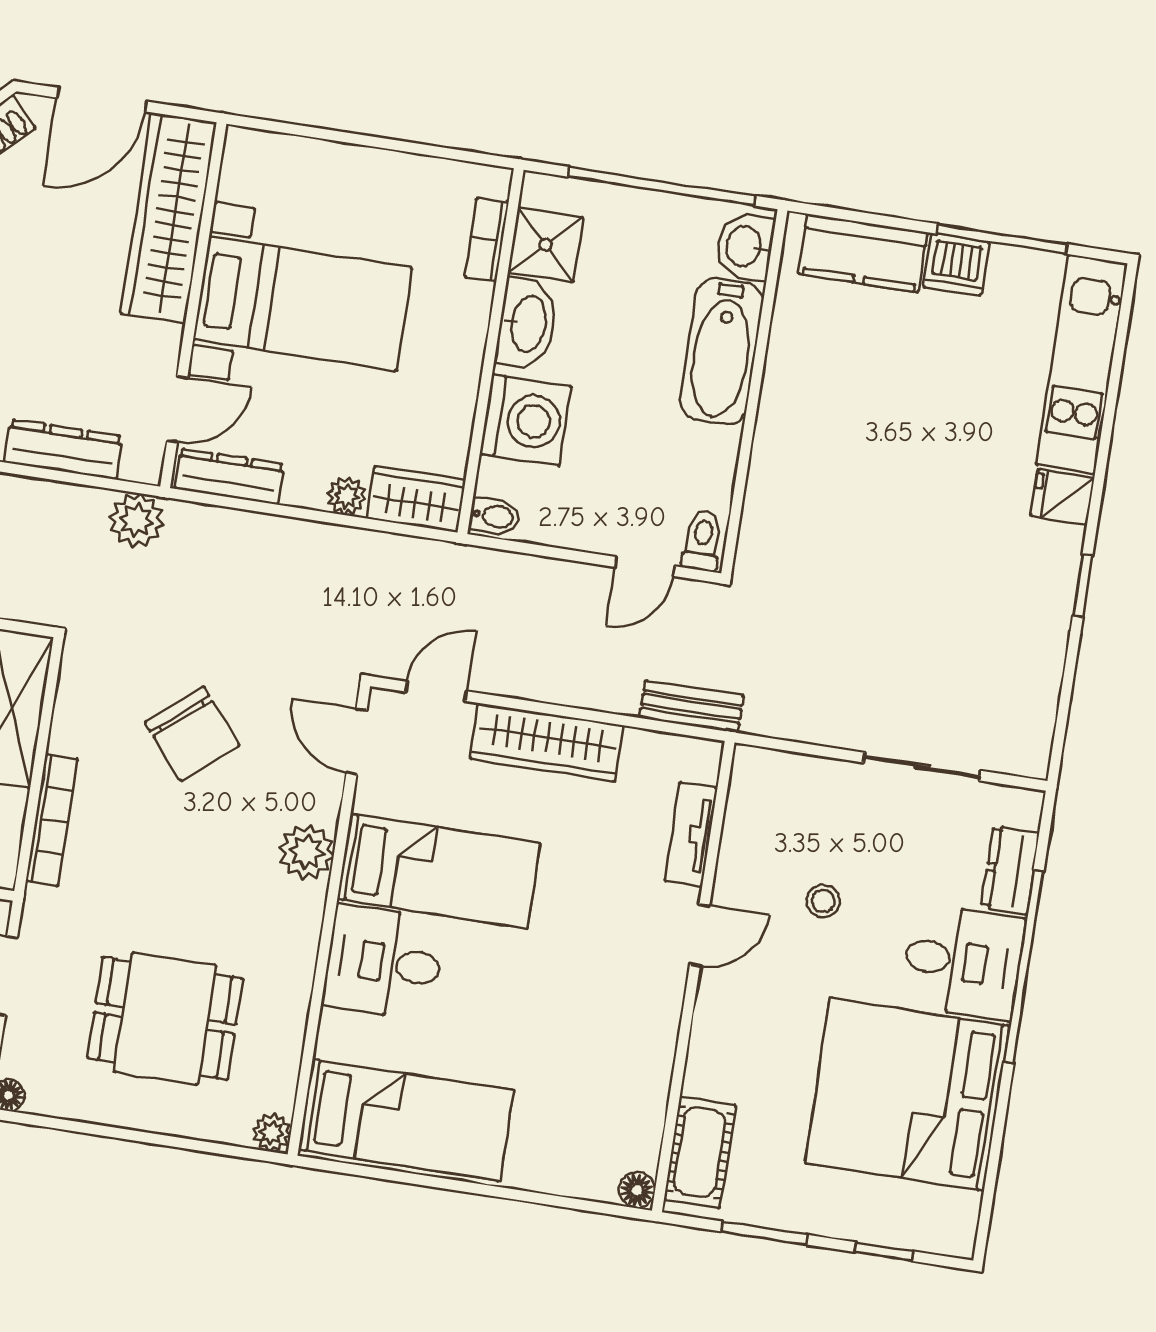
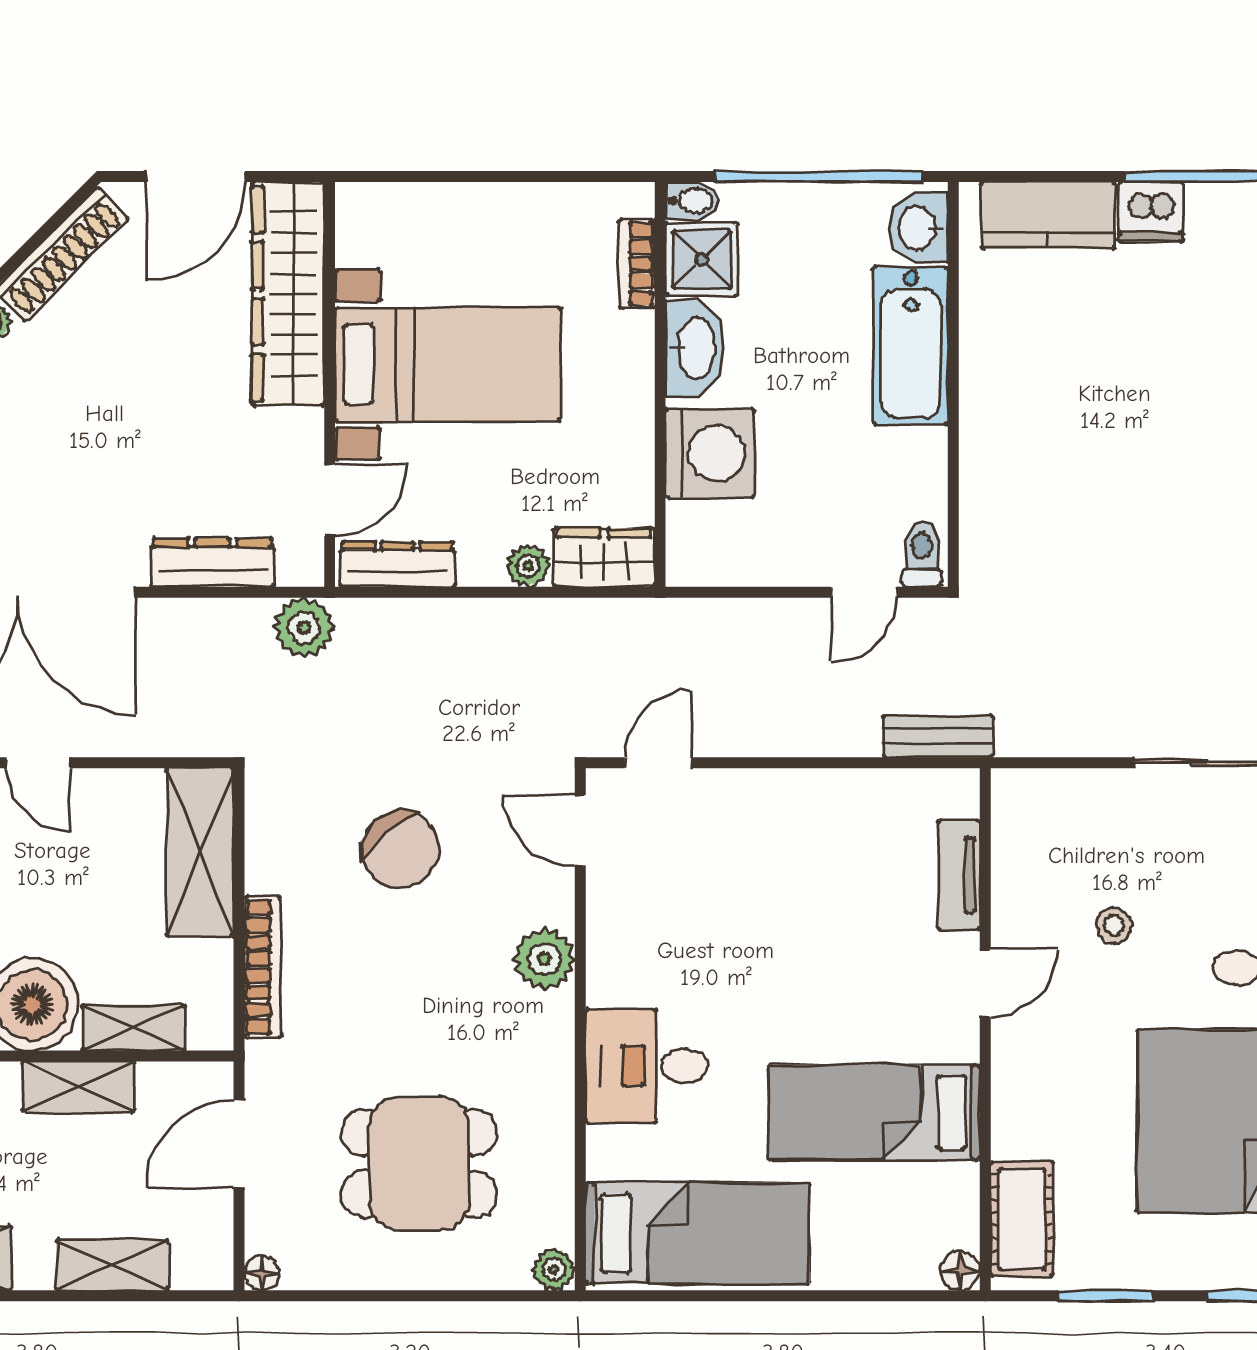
bidet: (495, 516) -> (692, 201), moved
wardrobe: (547, 742) -> (787, 799), removed
bed: (439, 871) -> (874, 1112), moved, turned 180

